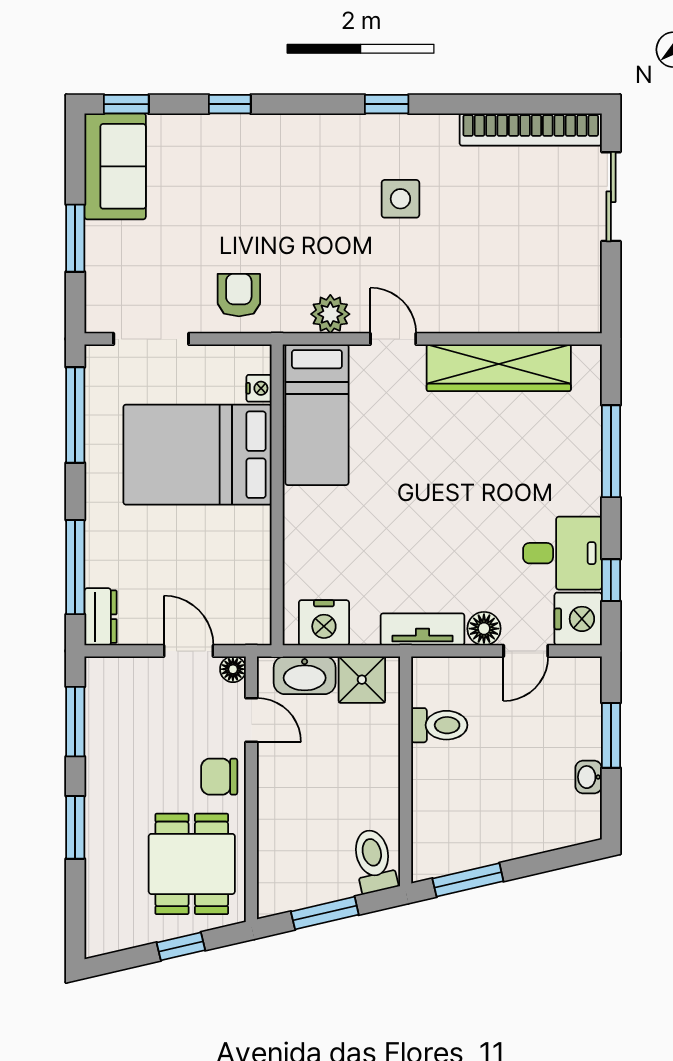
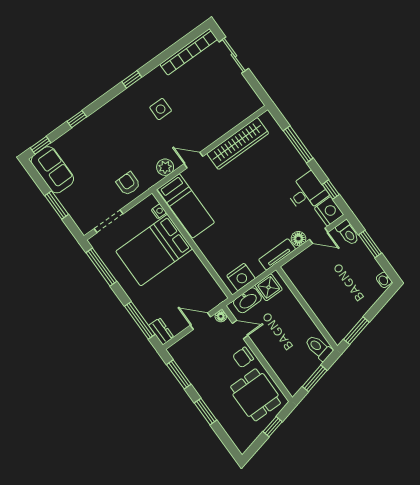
door: (526, 651) -> (319, 236), hinge flipped
toilet: (439, 725) -> (348, 233), moved, turned 90
washbasin: (589, 777) -> (384, 280), moved

